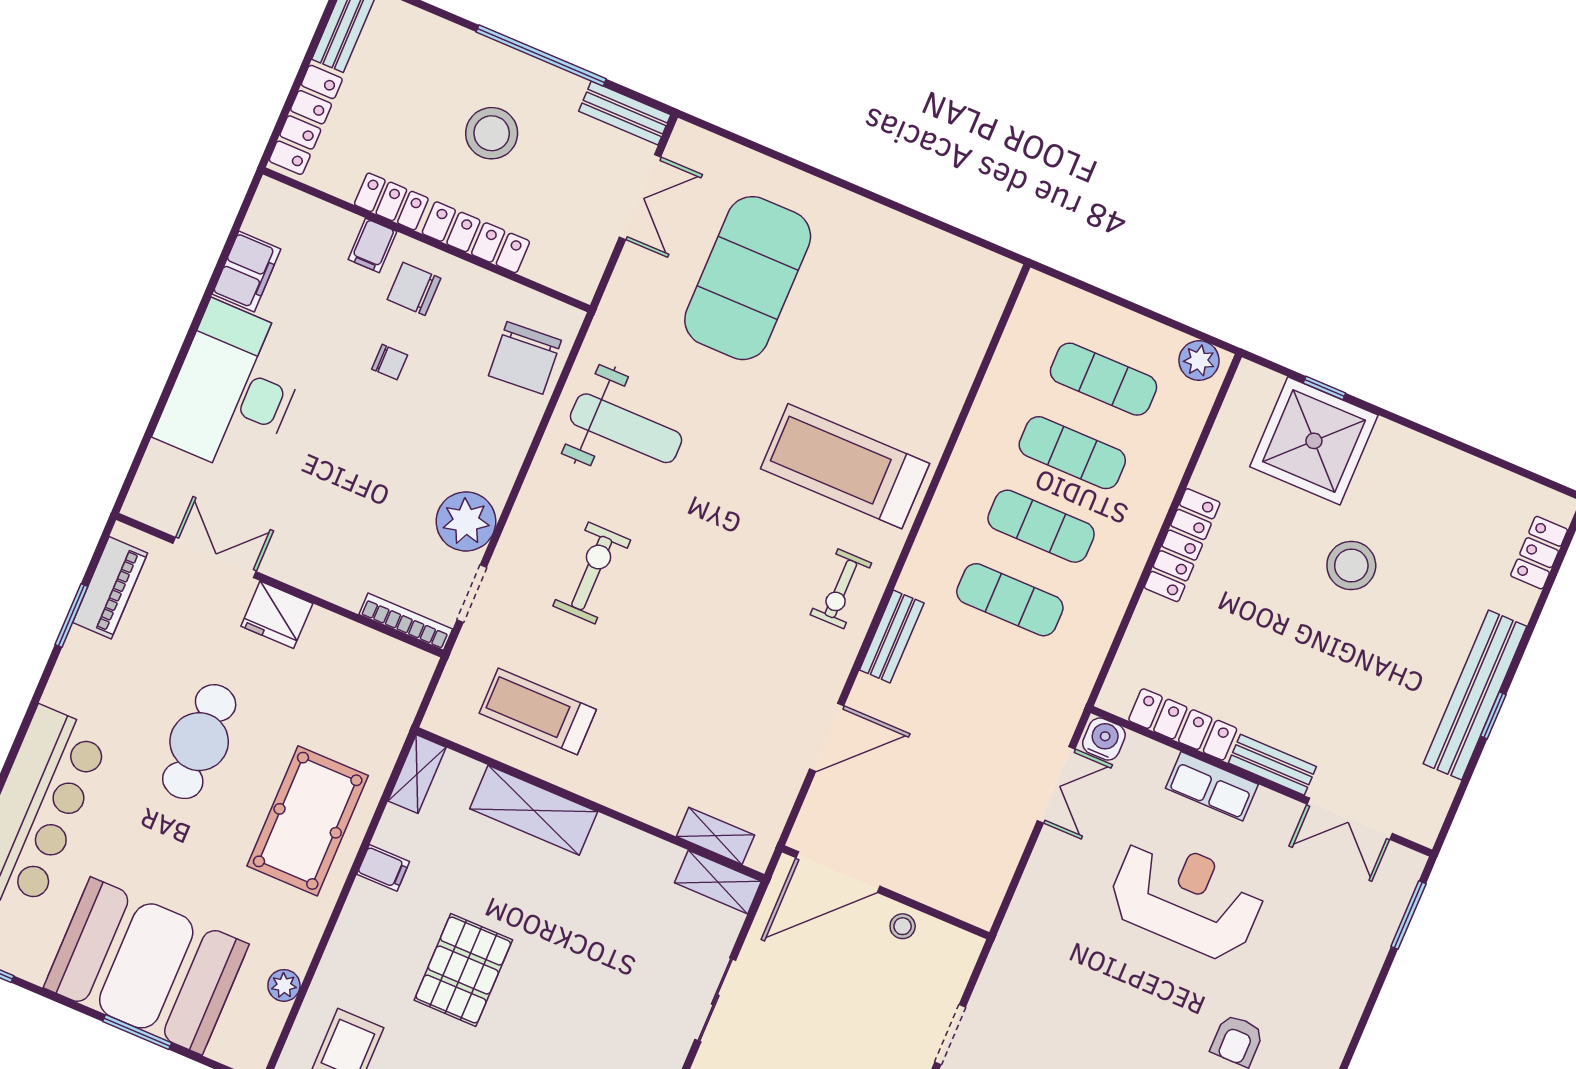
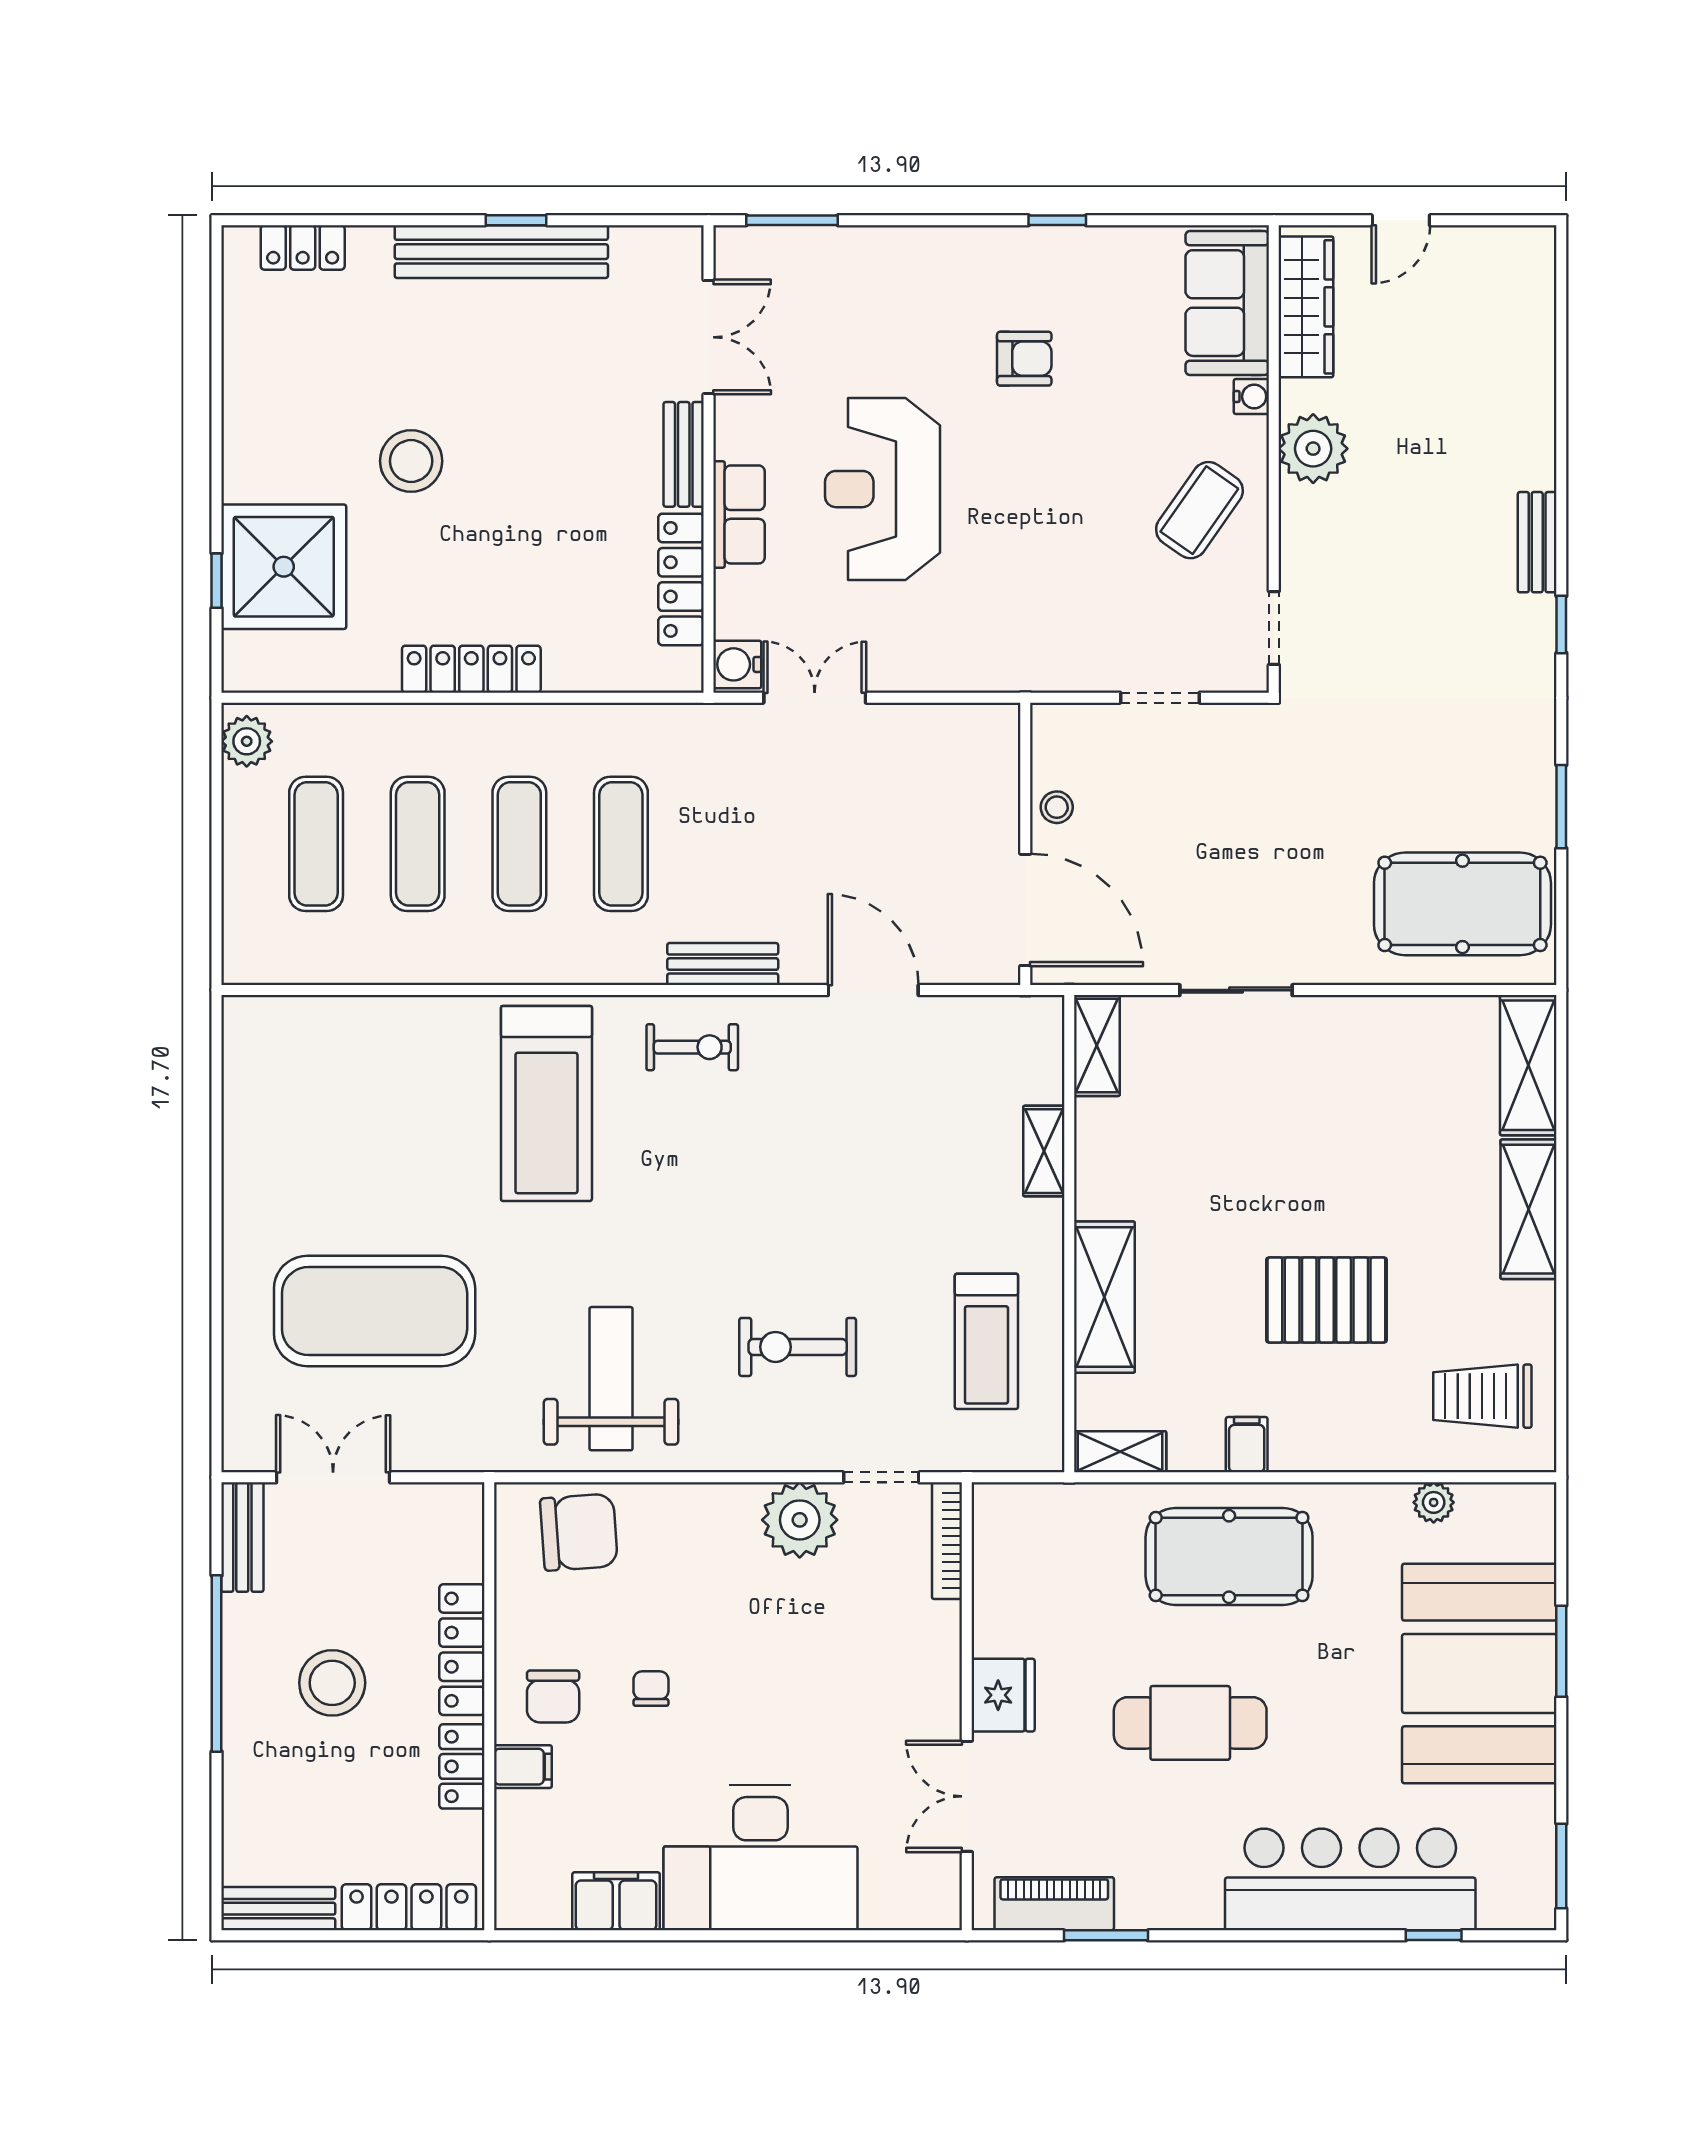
shelving: (715, 836) -> (1044, 1151), moved

